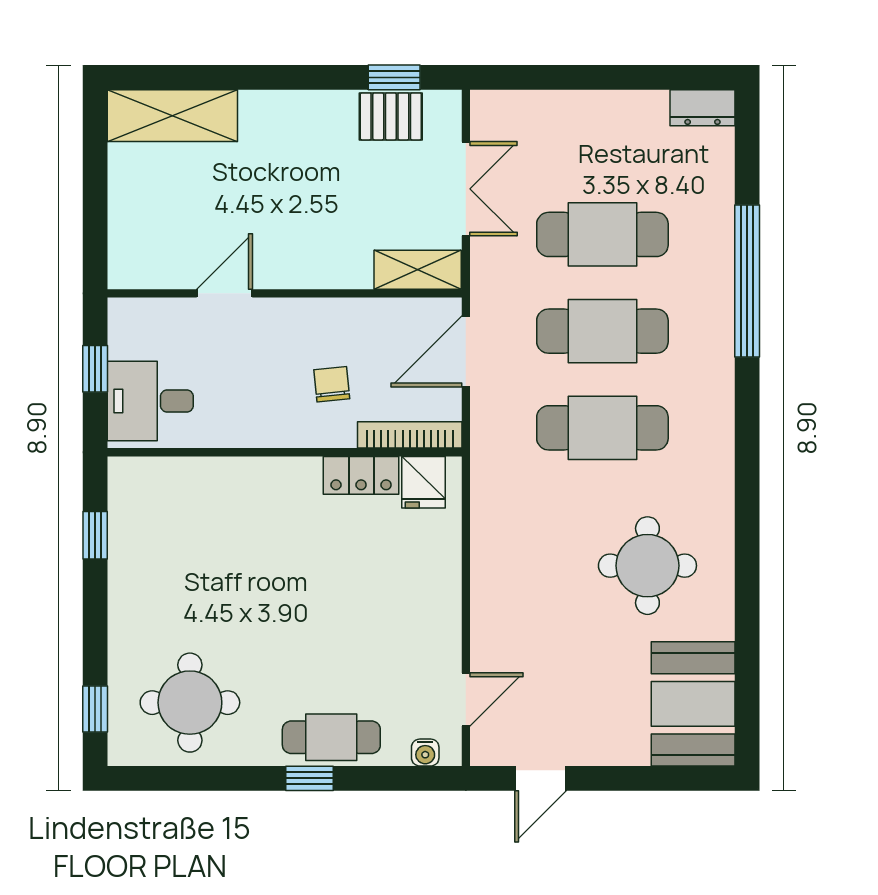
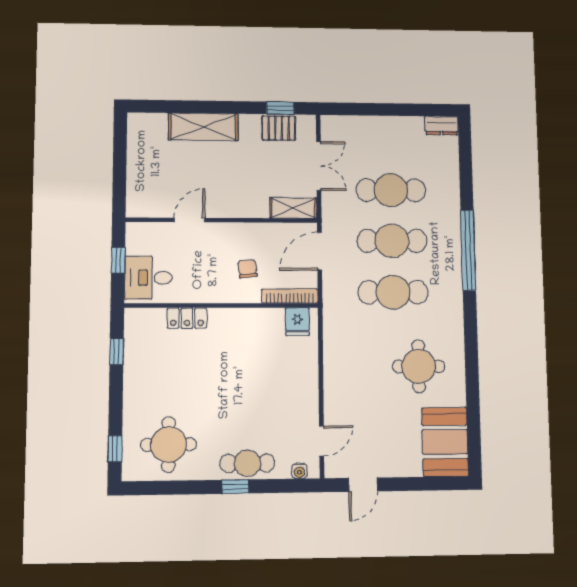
shelving: (172, 116) -> (203, 127), moved
window: (747, 281) -> (468, 250), moved
locker: (361, 475) -> (187, 318), moved

